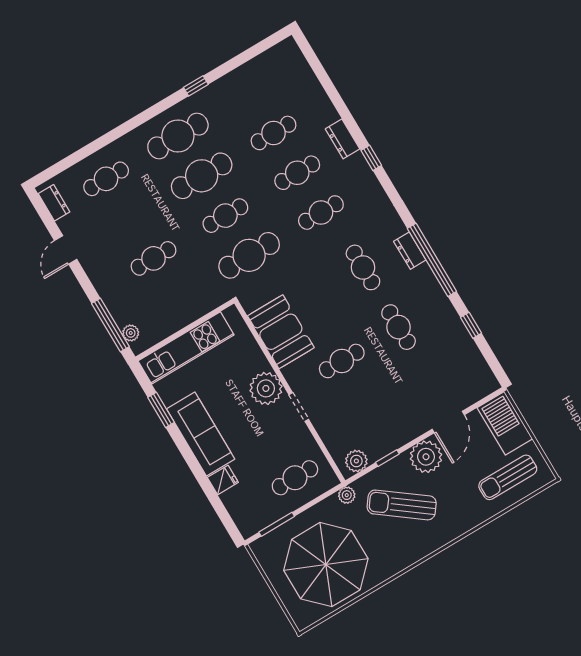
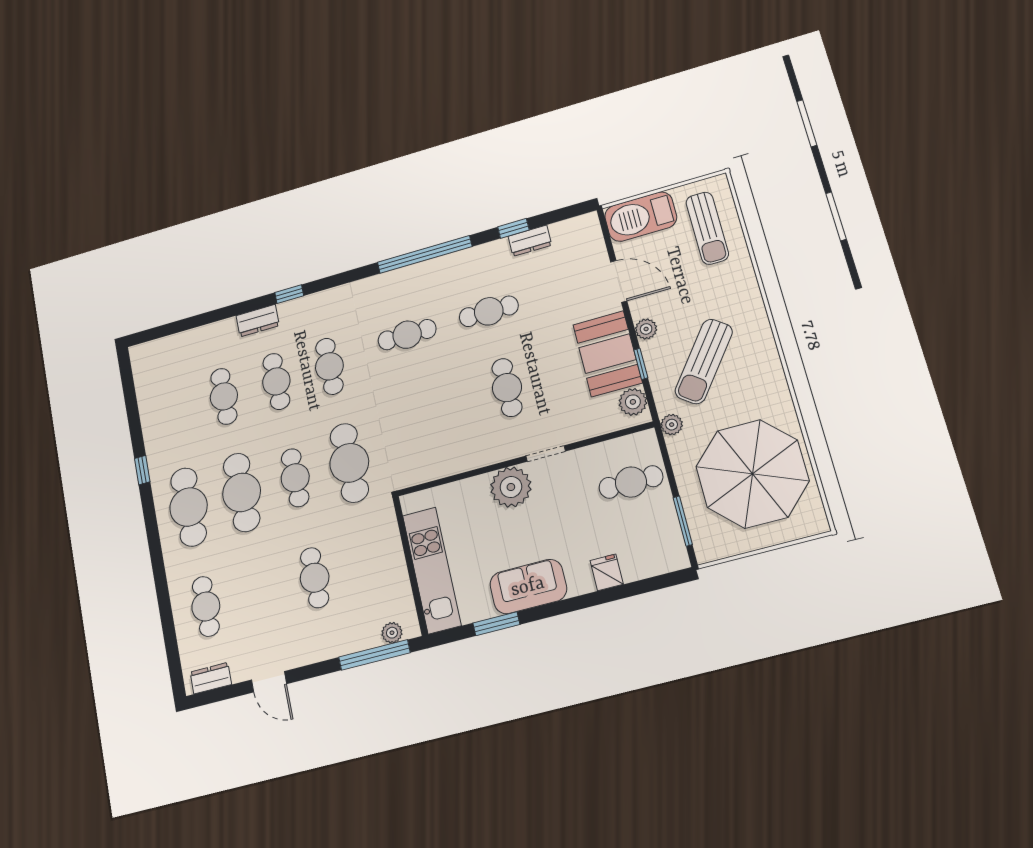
dresser: (410, 251) -> (530, 241), moved
booth: (281, 332) -> (607, 354), moved, turned 90
sofa: (201, 434) -> (528, 587), width x0.73
plant: (426, 457) -> (646, 329), width x0.53, depth x0.53
cafe table: (295, 478) -> (631, 482), turned 90

